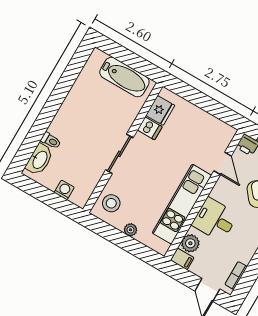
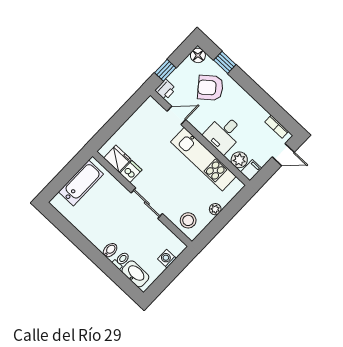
bidet: (59, 126) -> (110, 250), added

